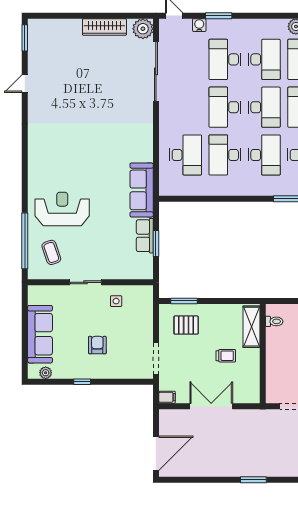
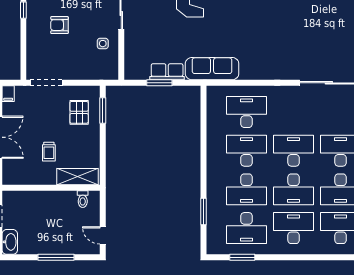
desk: (186, 155) -> (247, 112), turned 180
armchair: (97, 345) -> (59, 25), turned 180

